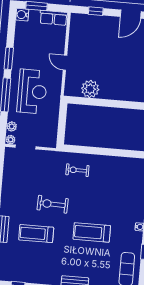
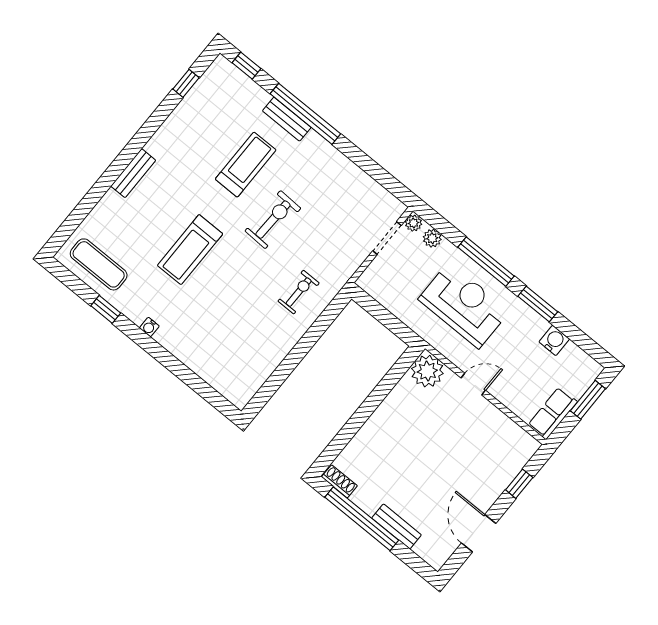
water cooler: (22, 15) -> (554, 340), moved
plant: (90, 89) -> (427, 371), moved
reception desk: (32, 91) -> (464, 305), turned 180
treadmill: (92, 232) -> (190, 250), turned 180

